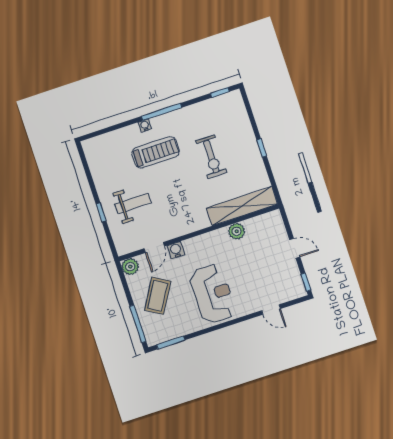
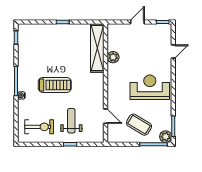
treadmill: (156, 152) -> (55, 85), moved, turned 90
exercise bike: (211, 157) -> (39, 127), moved
water cooler: (176, 250) -> (112, 102), removed
plant: (130, 267) -> (166, 137), moved

